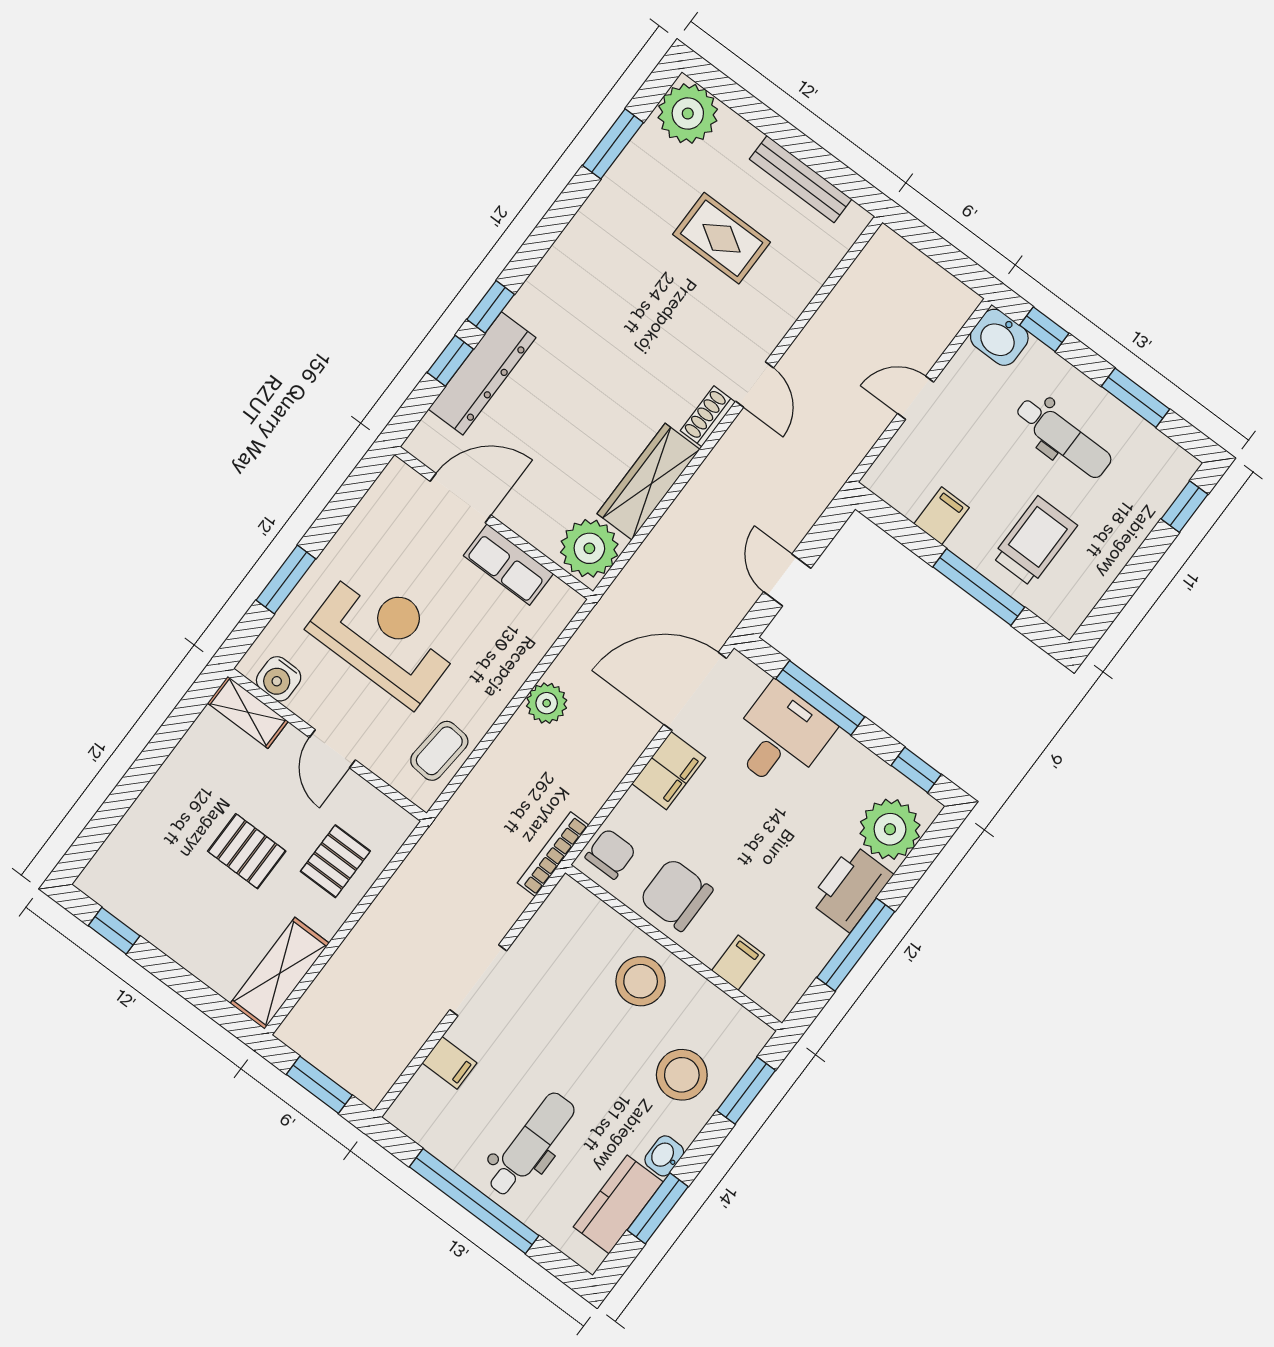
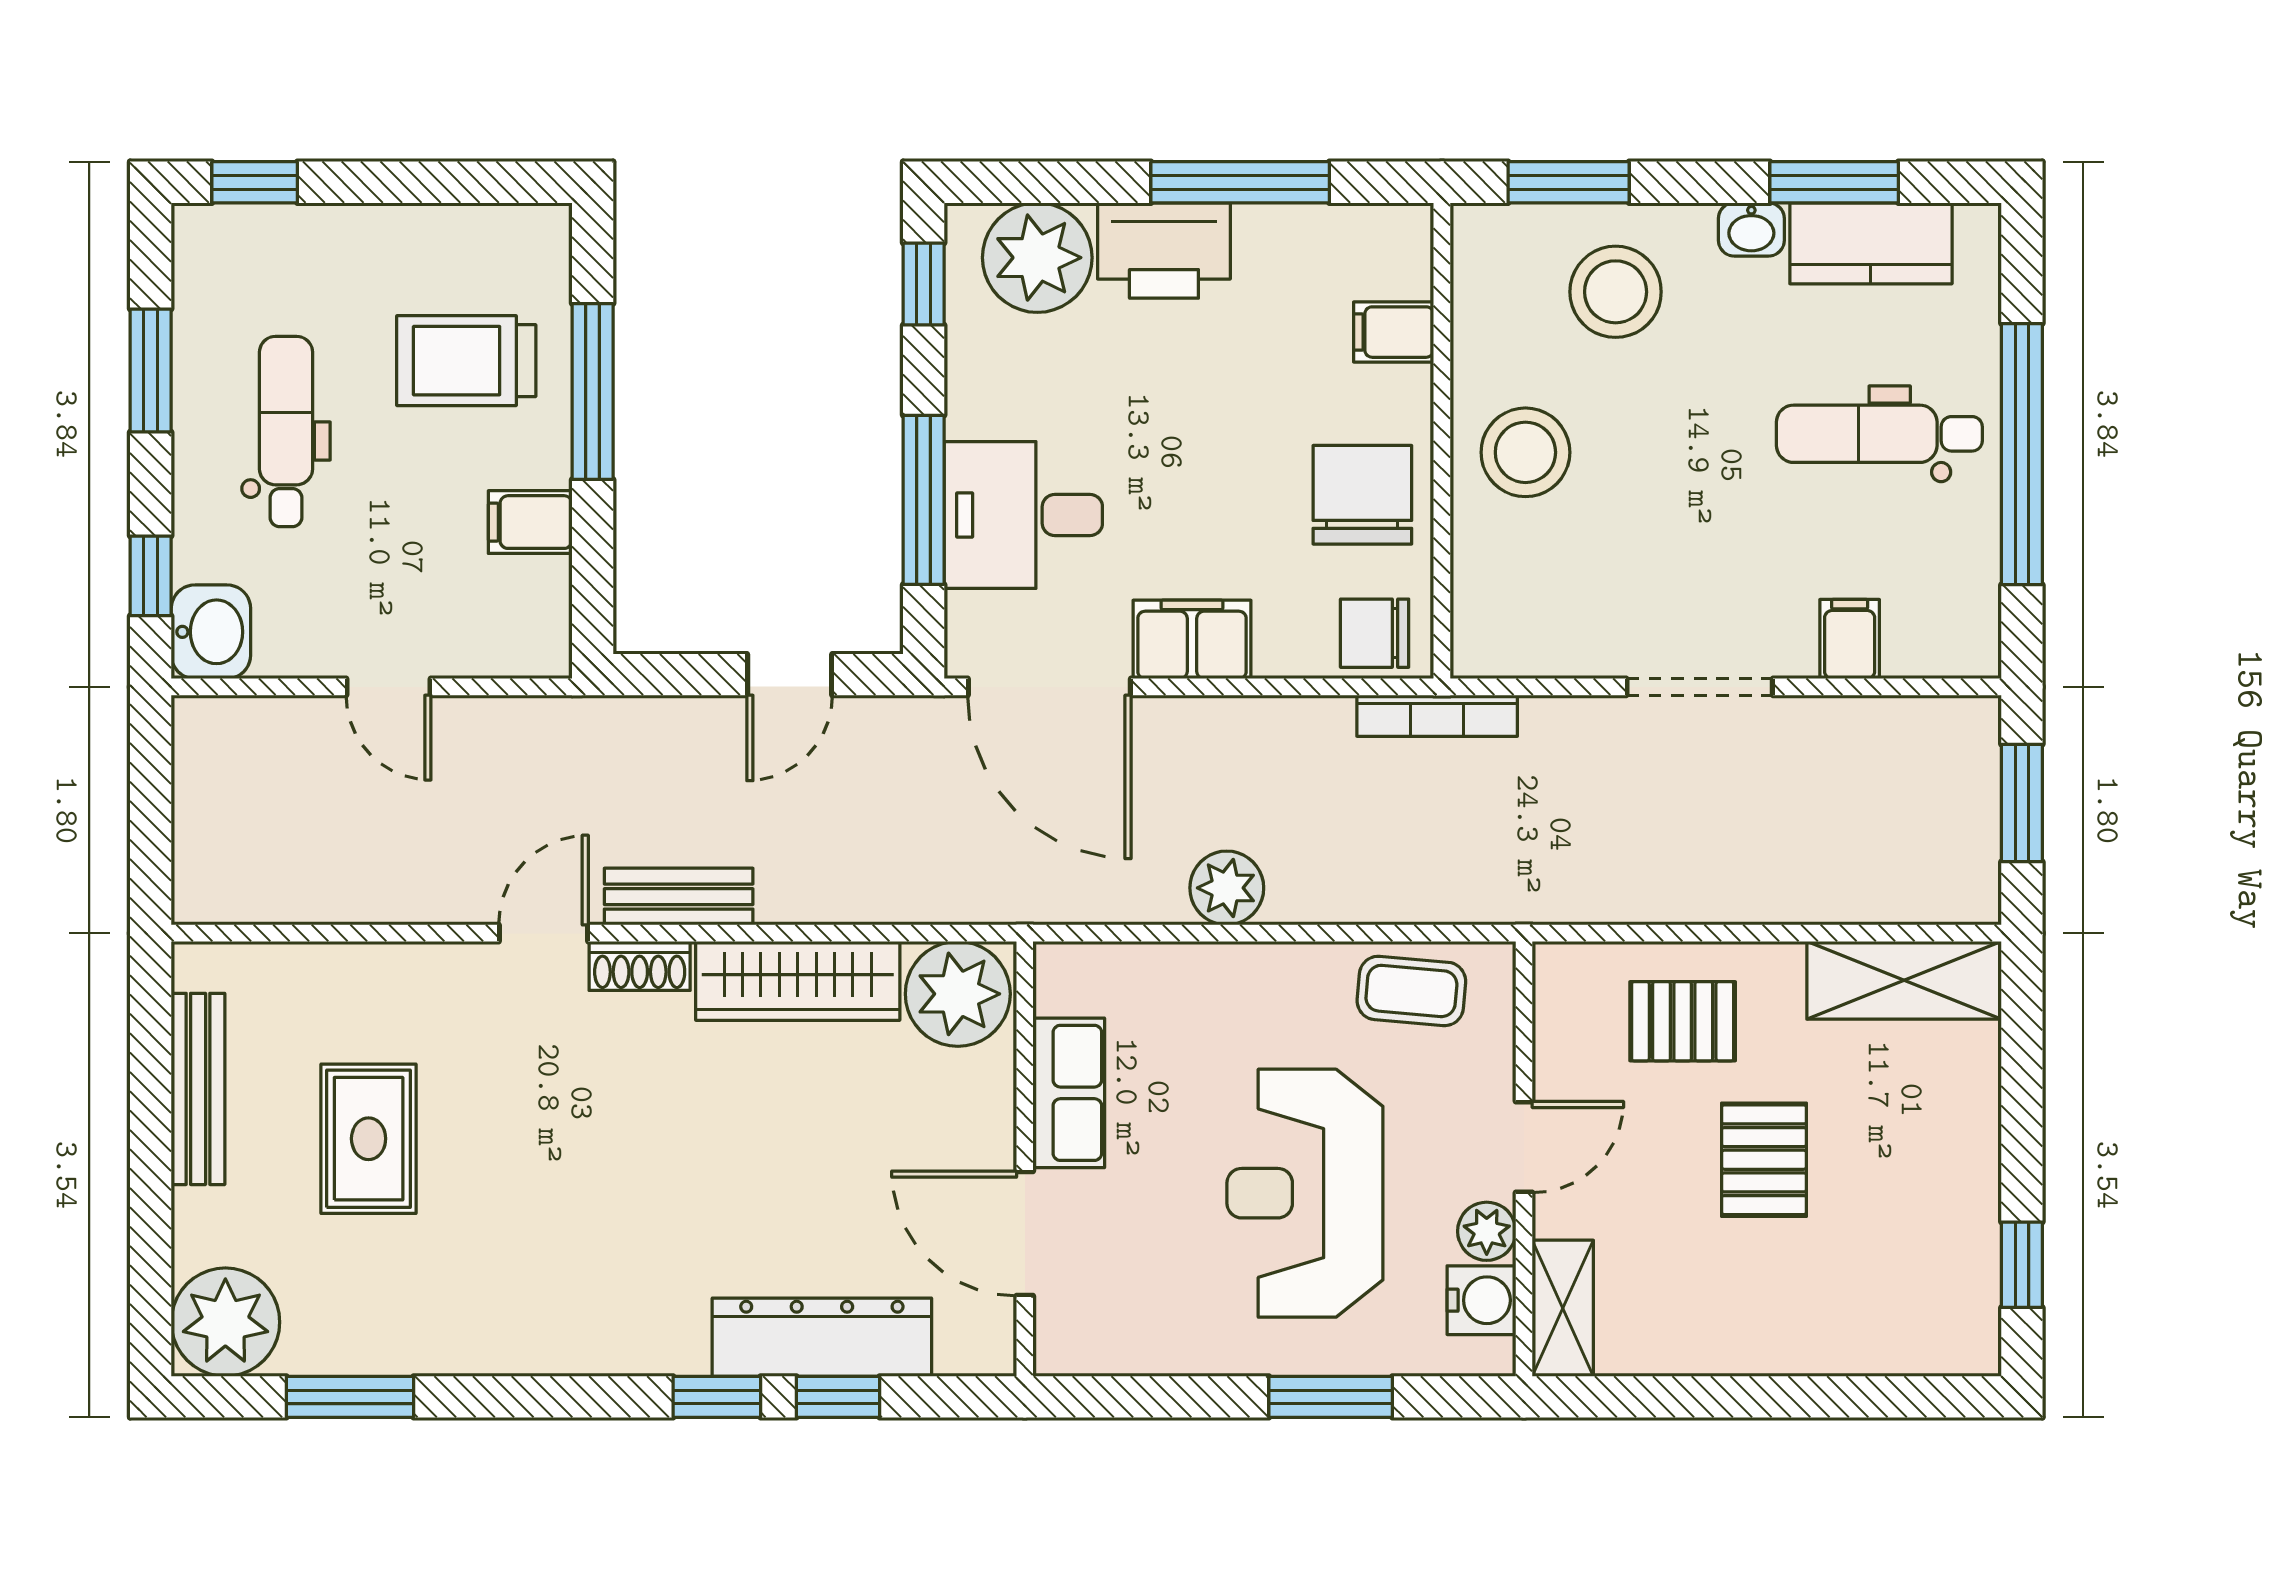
bench: (726, 457) -> (679, 897), added
plant: (307, 704) -> (1487, 1231), added
chair: (676, 895) -> (1362, 495), turned 180

